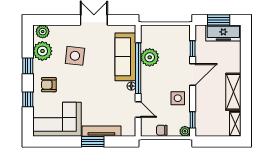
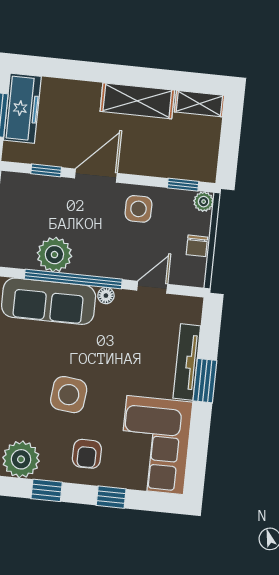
side table: (75, 56) -> (69, 395), moved
door: (193, 74) -> (96, 176), hinge flipped

